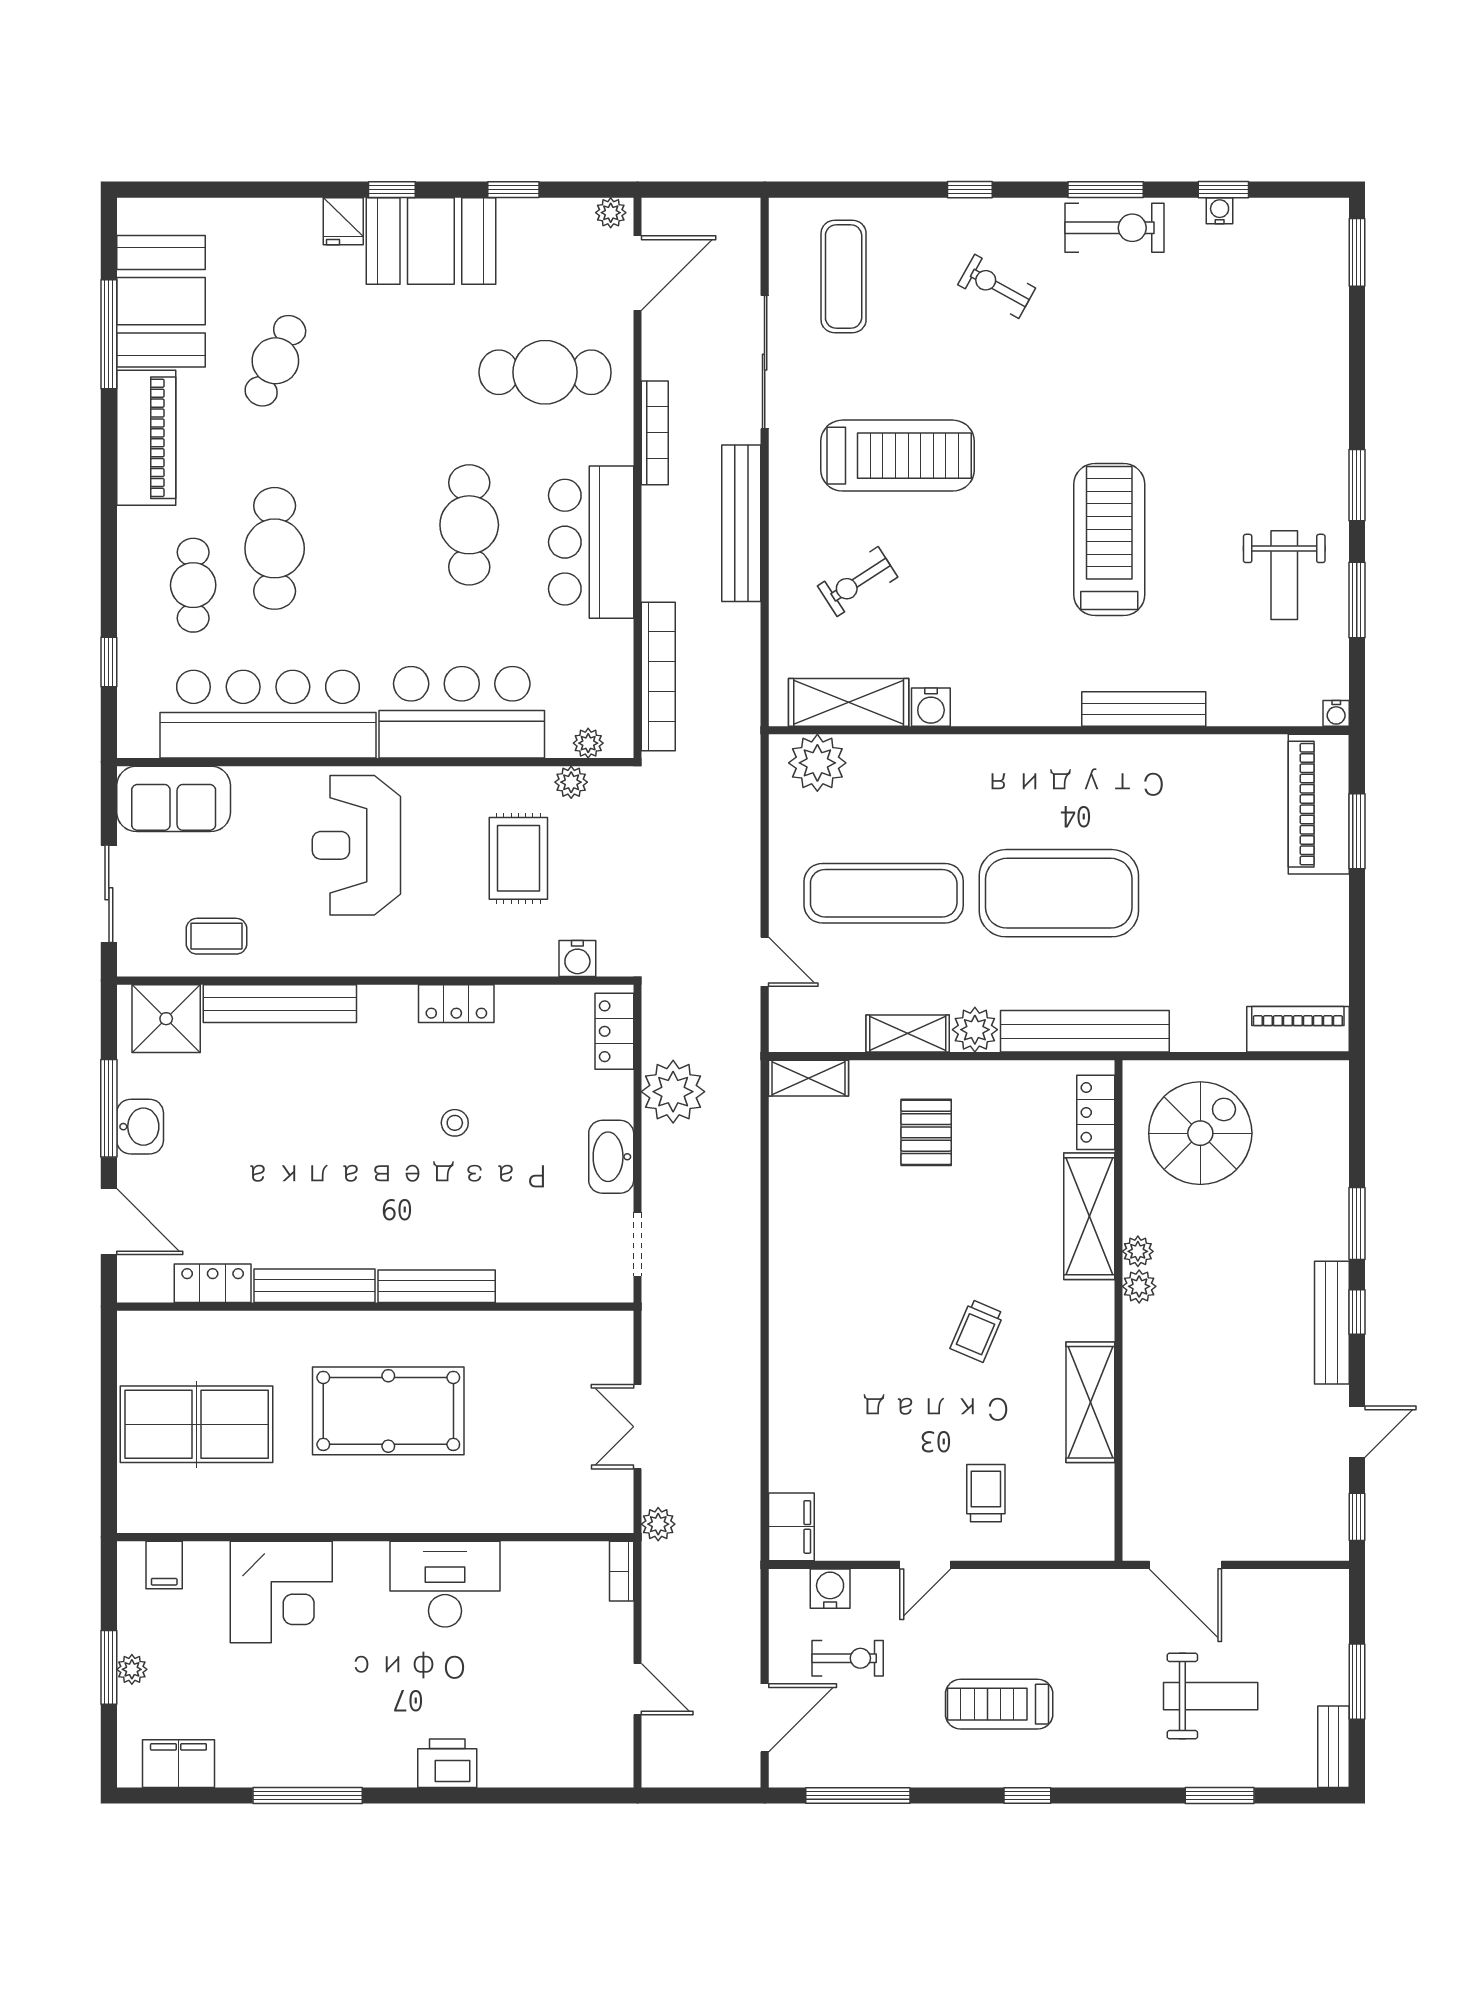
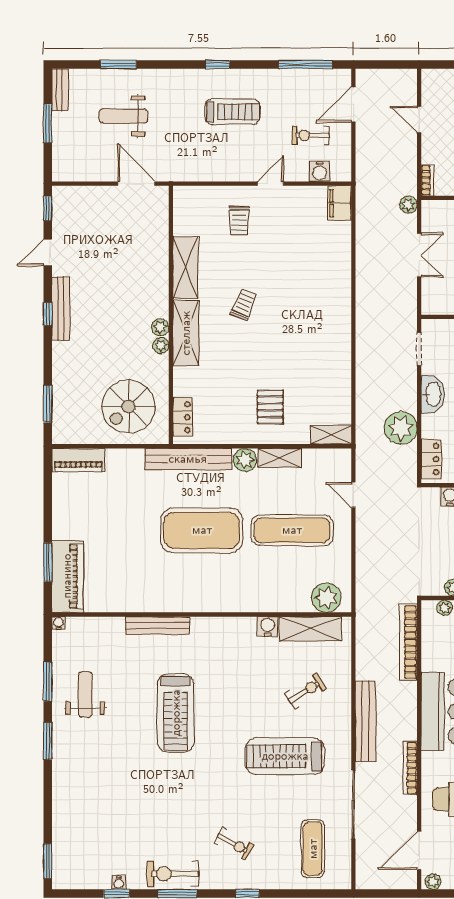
shelving: (1089, 1216) -> (186, 333), moved
window: (1357, 1224) -> (48, 404), moved

